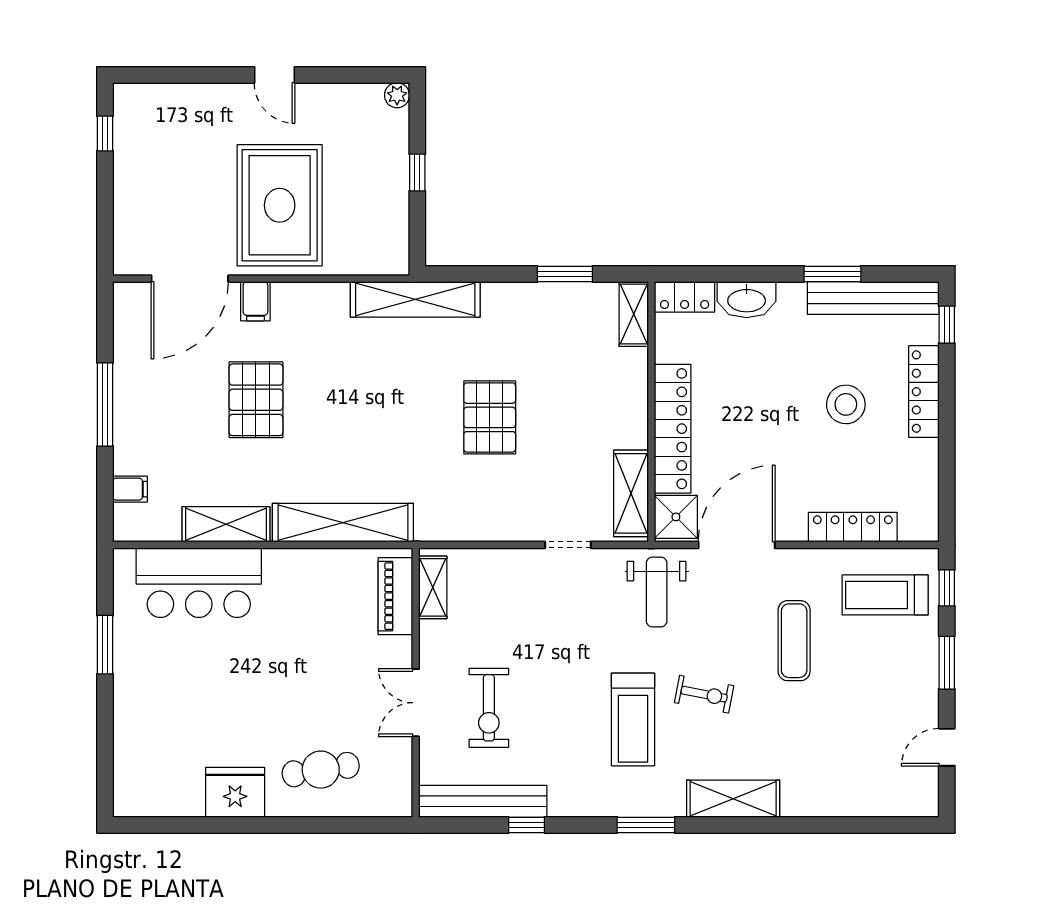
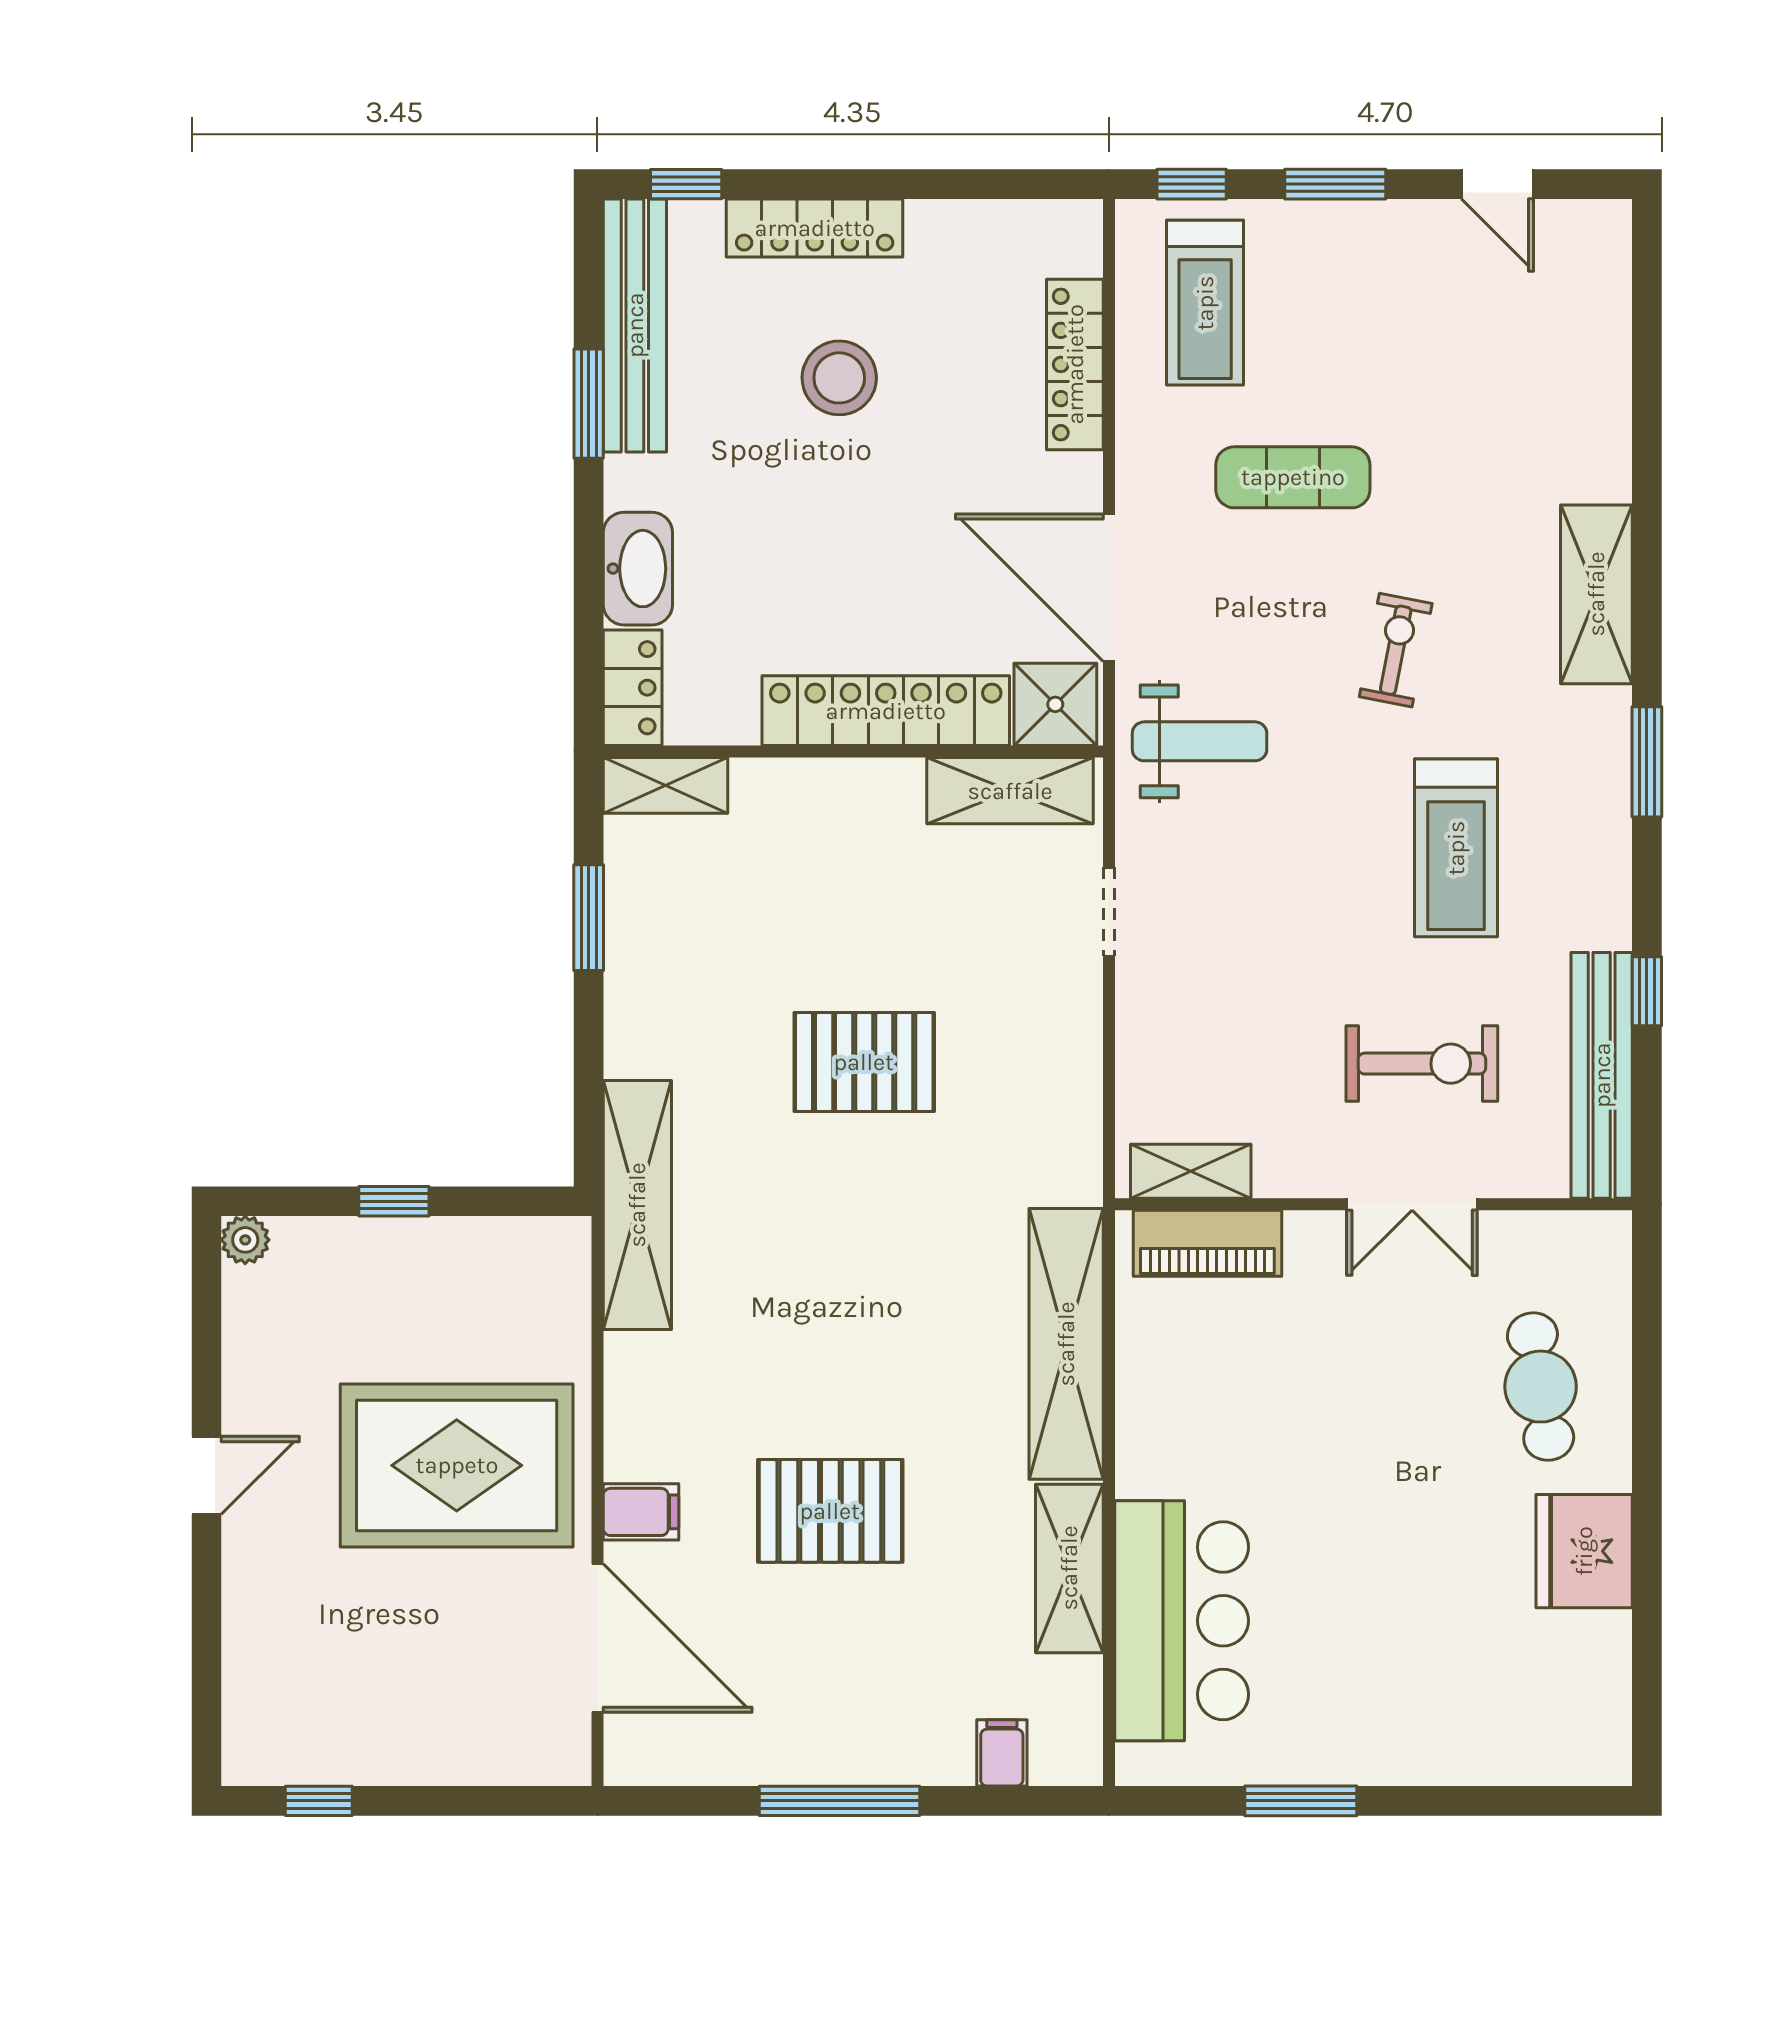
treadmill: (633, 720) -> (1456, 848), moved, turned 90

